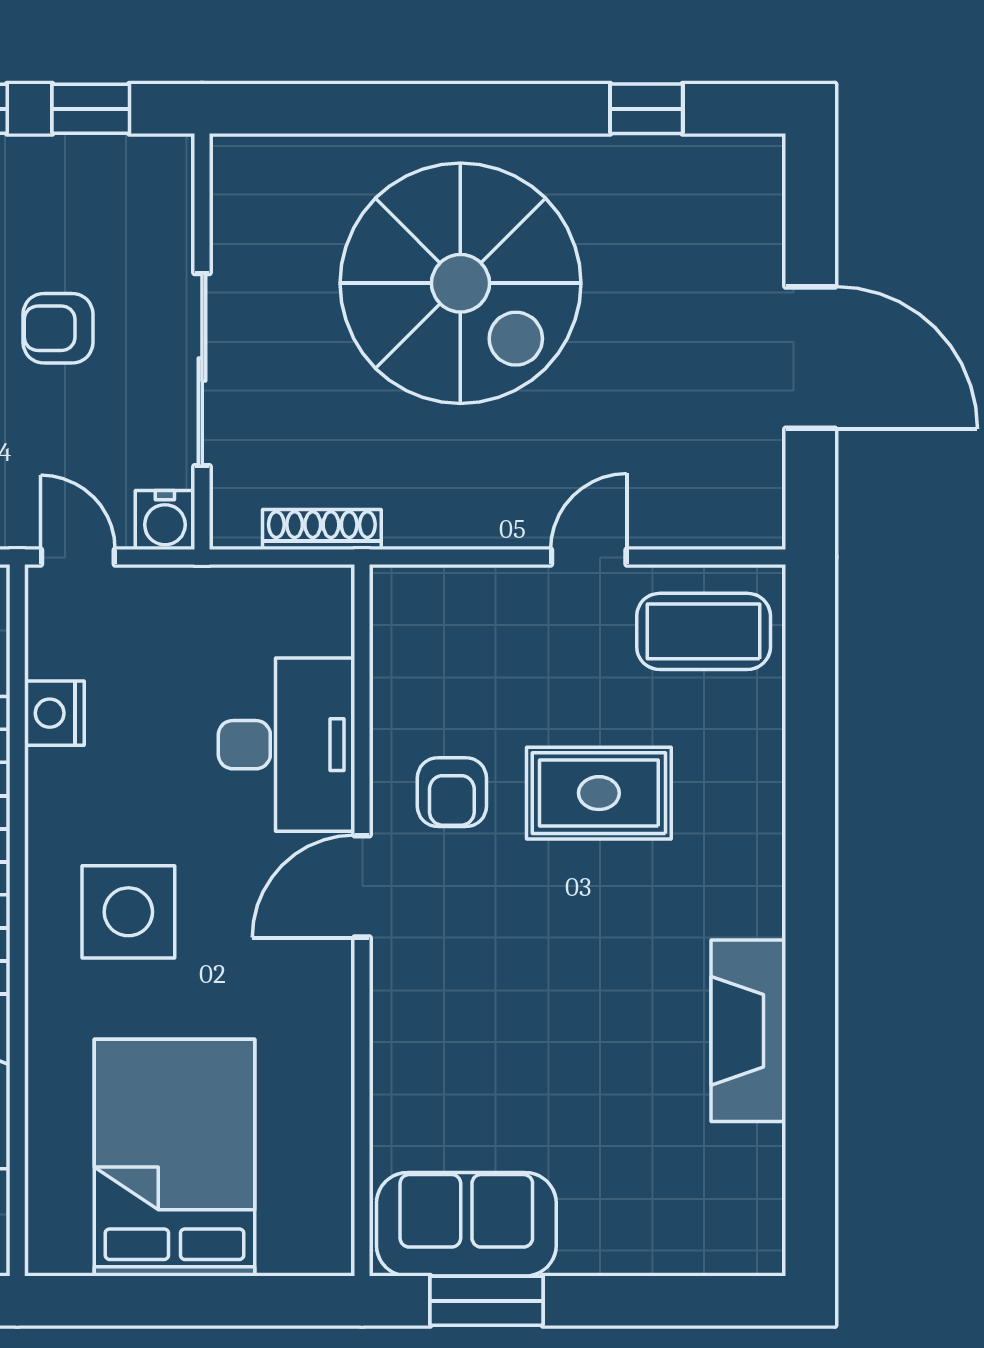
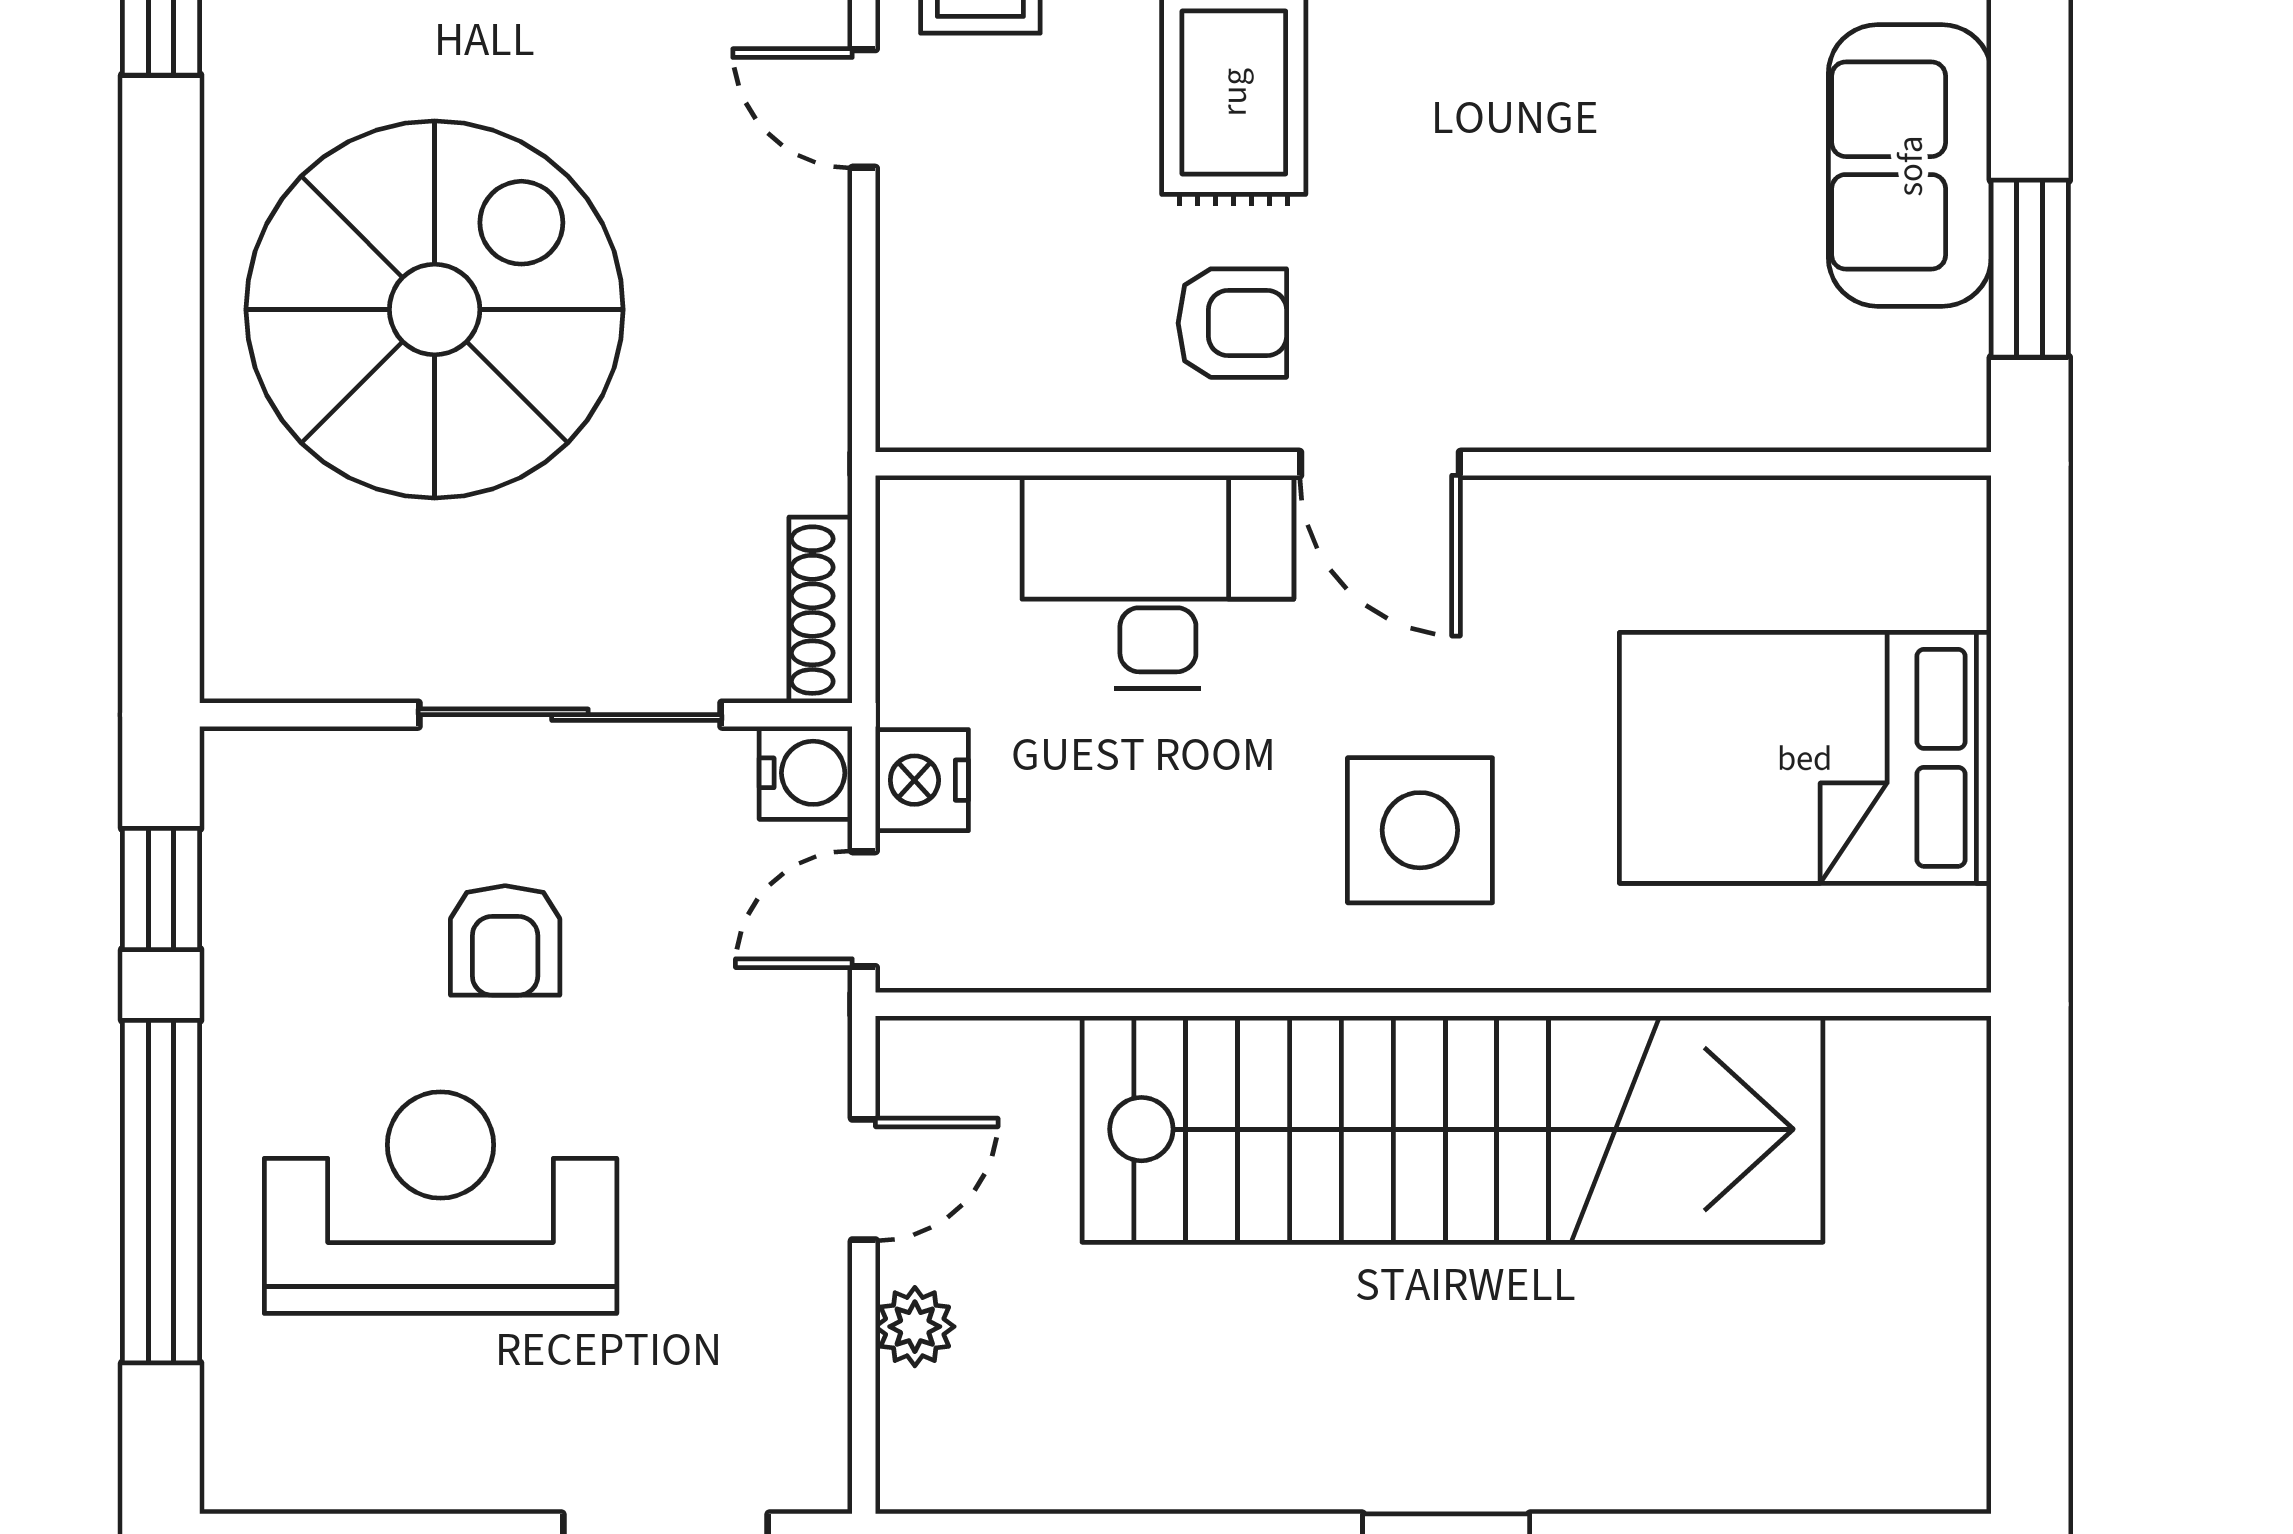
shoe rack: (322, 529) -> (821, 610), moved
nightstand: (54, 713) -> (922, 780), moved, turned 90
sofa: (466, 1224) -> (1910, 166), moved

